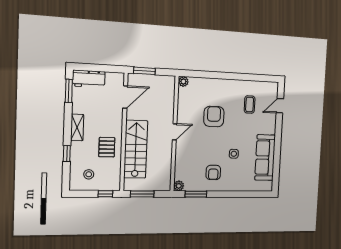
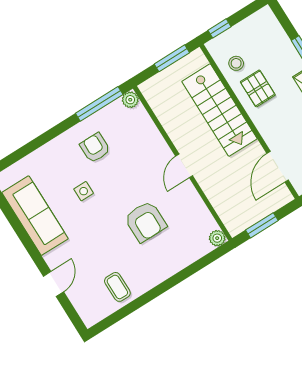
window: (144, 71) -> (262, 225), moved
coffee table: (250, 105) -> (117, 287), moved
door: (280, 106) -> (53, 284), moved
stool: (89, 174) -> (236, 63), moved
window: (196, 194) -> (99, 104), width x1.44

